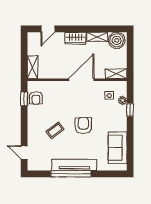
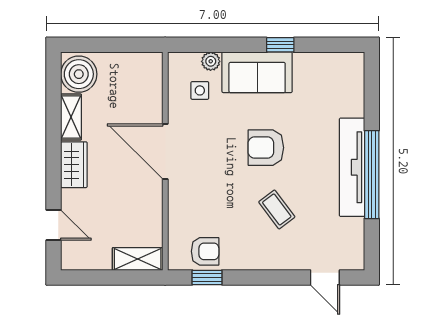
shelving: (116, 74) -> (152, 75), removed
window: (130, 110) -> (280, 45), moved
sofa: (118, 148) -> (257, 72), moved
door: (24, 152) -> (325, 277), hinge flipped

